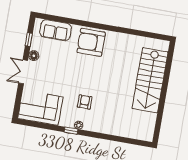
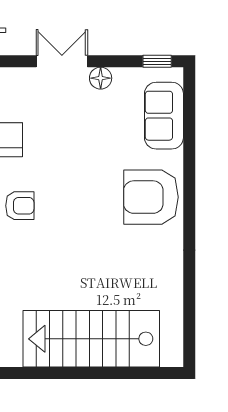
window: (29, 40) -> (157, 61), moved
armchair: (91, 42) -> (151, 197), turned -90

